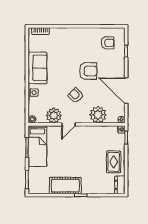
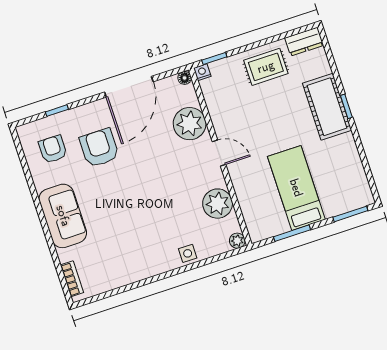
sofa: (37, 68) -> (63, 216), moved, turned 90
armchair: (88, 71) -> (99, 148), moved
armchair: (76, 95) -> (168, 176), removed
door: (68, 124) -> (219, 153), moved
bed: (37, 146) -> (296, 188), moved, turned -90
cot: (65, 186) -> (327, 107), moved

